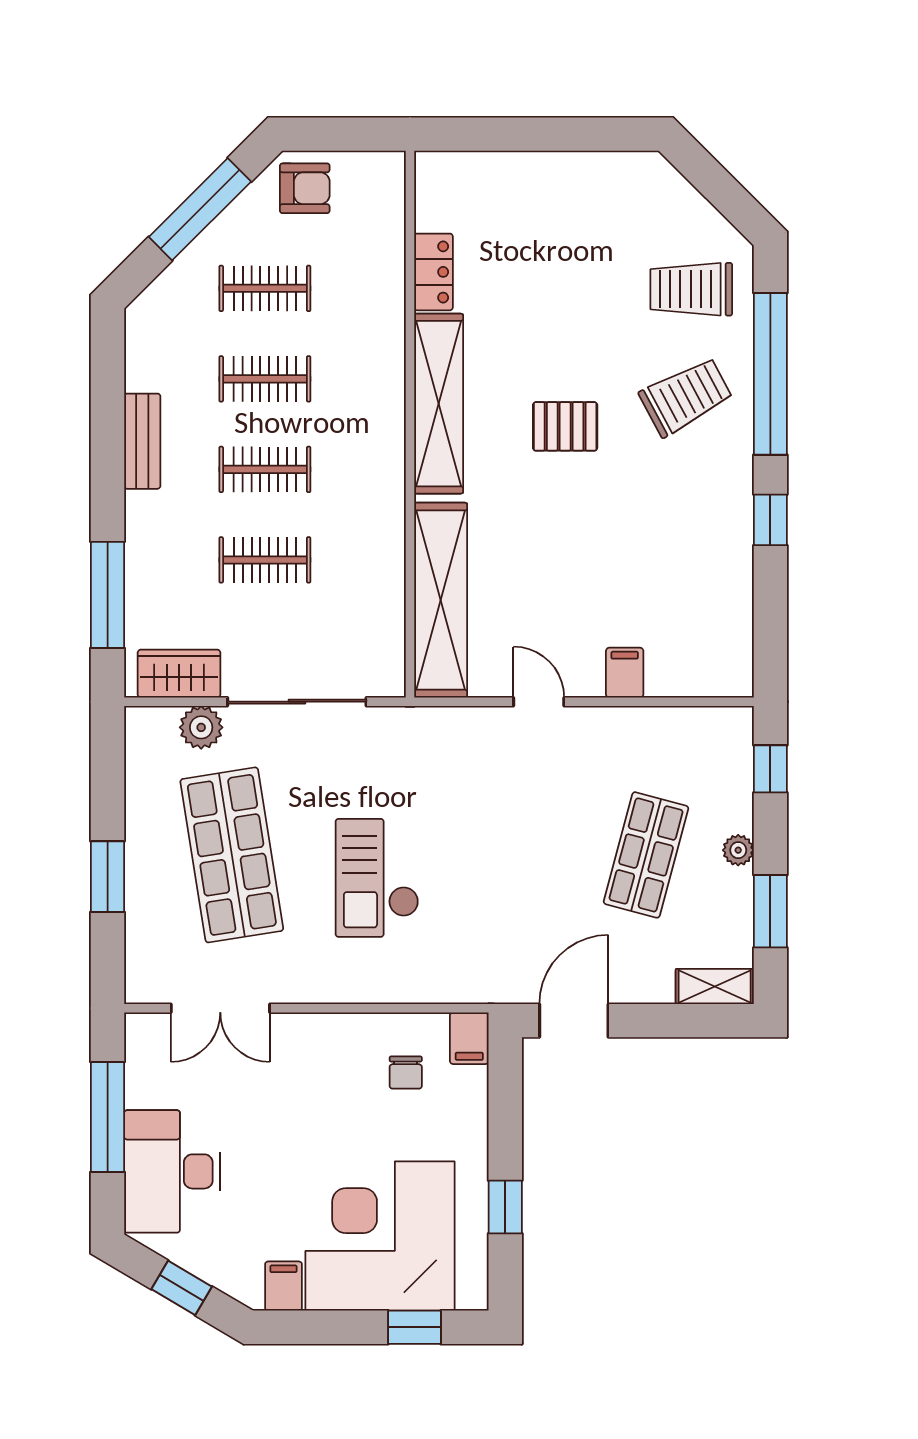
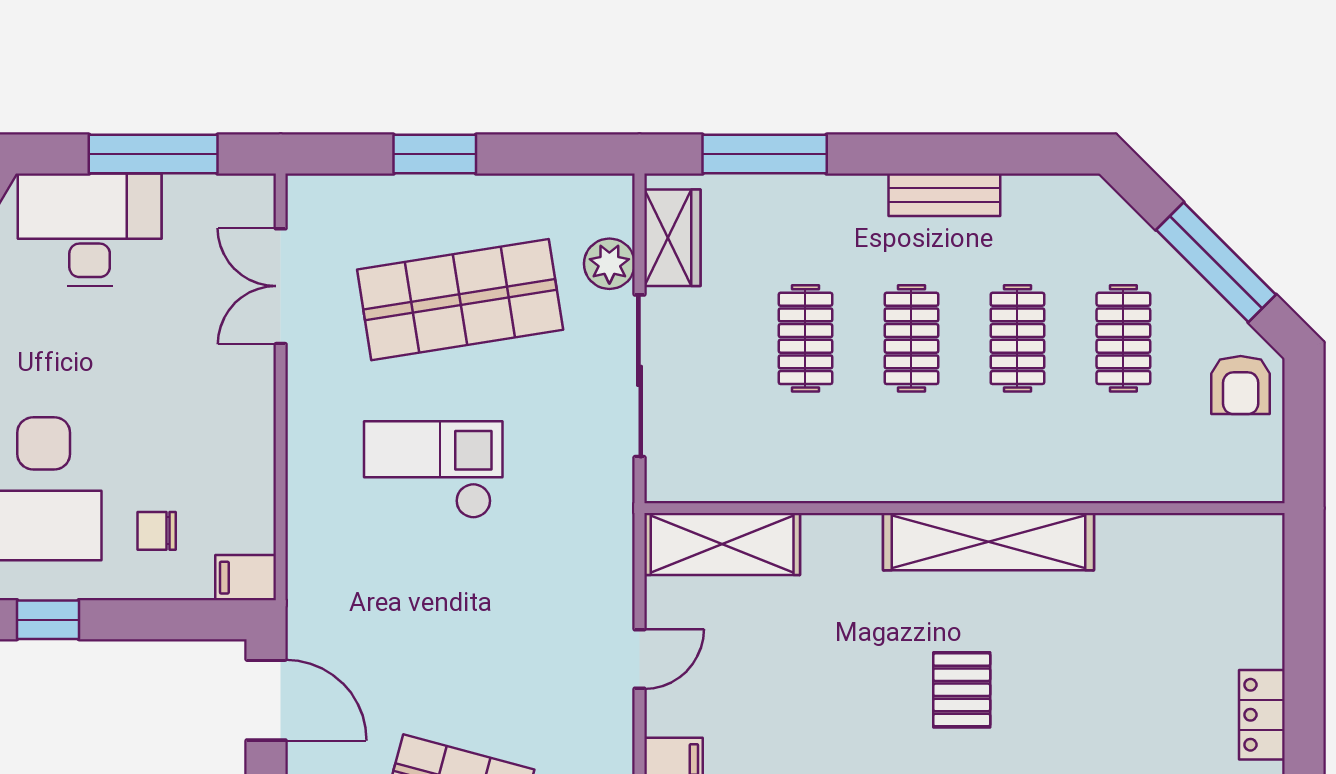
locker: (433, 272) -> (1262, 715), moved, turned 90
shelving: (441, 600) -> (722, 544), width x0.68
chair: (406, 1073) -> (157, 531), moved

